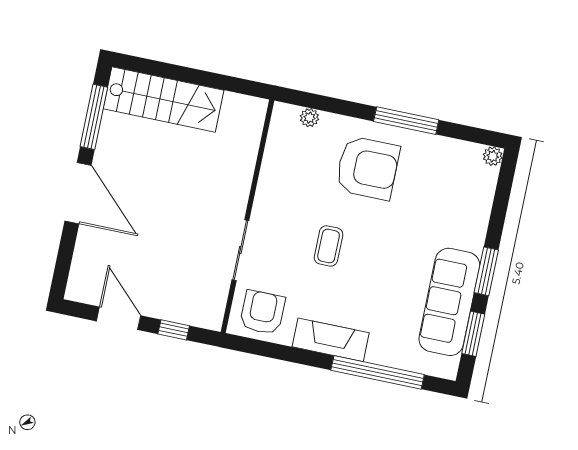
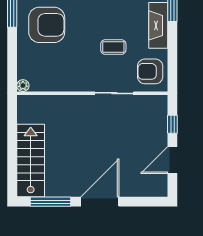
plant: (309, 118) -> (23, 86), moved
armchair: (367, 168) -> (47, 25), turned 90
coffee table: (329, 246) -> (113, 47), moved

